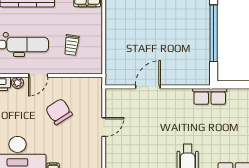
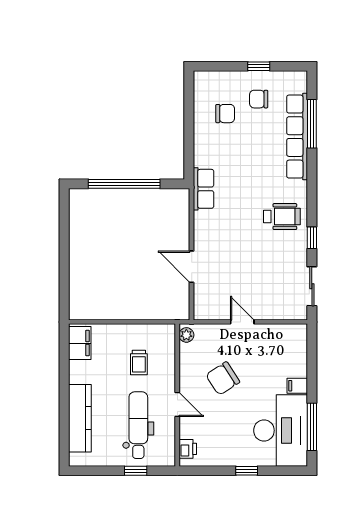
trolley: (71, 45) -> (139, 363), turned 82
plant: (17, 83) -> (186, 335), moved

